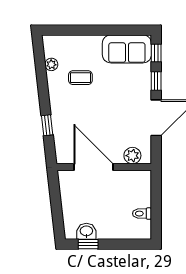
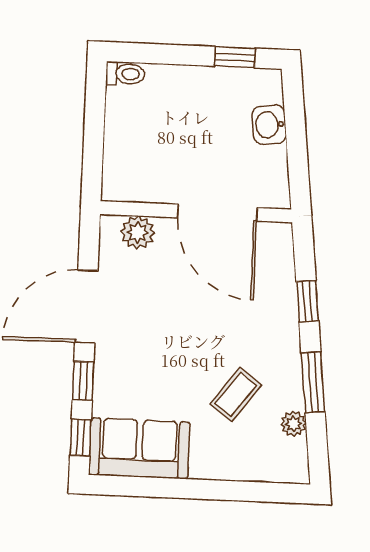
coffee table: (80, 78) -> (236, 394), turned -53
window: (43, 85) -> (313, 382), added
toilet: (142, 214) -> (125, 74), moved
washbasin: (86, 231) -> (269, 125), moved, turned 84

